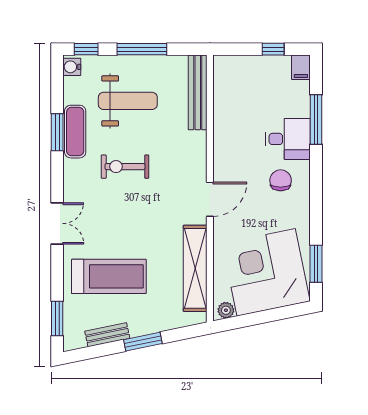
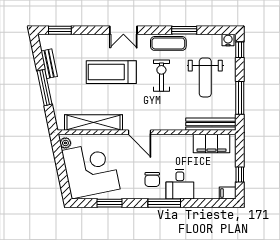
window: (142, 49) -> (240, 98), moved
filing cabinet: (227, 92) -> (211, 144), added
window: (316, 119) -> (164, 203), moved
exercise mat: (75, 132) -> (168, 43), moved
chair: (281, 180) -> (152, 179), turned 90
window: (316, 264) -> (109, 203), moved
treadmill: (109, 276) -> (111, 72), moved, turned 90
window: (143, 342) -> (45, 88), width x1.44

